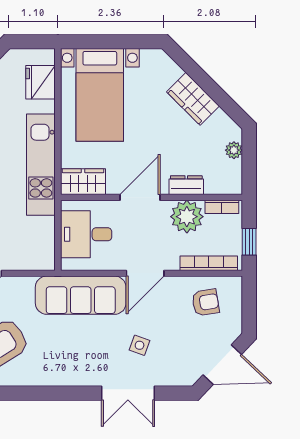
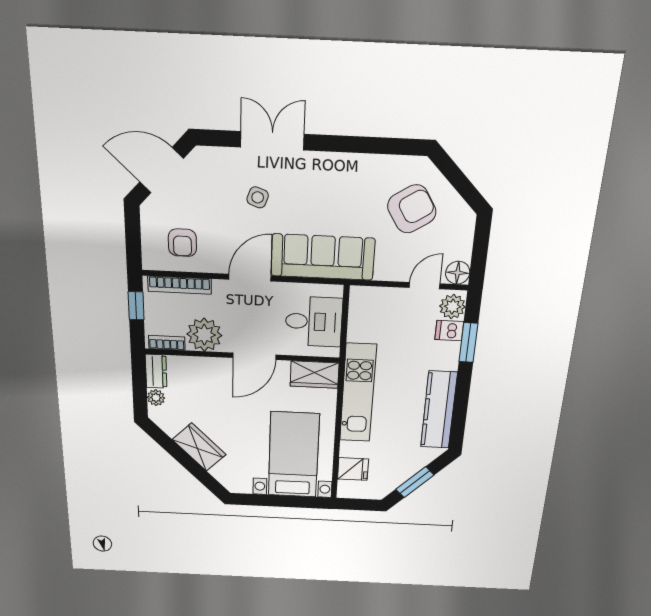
fridge: (41, 82) -> (353, 469), width x0.72
dresser: (186, 185) -> (156, 371), moved, turned -90
armchair: (205, 302) -> (182, 243), turned -81

